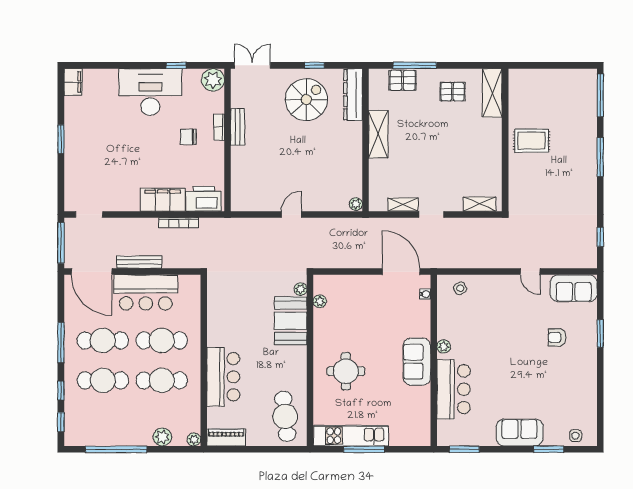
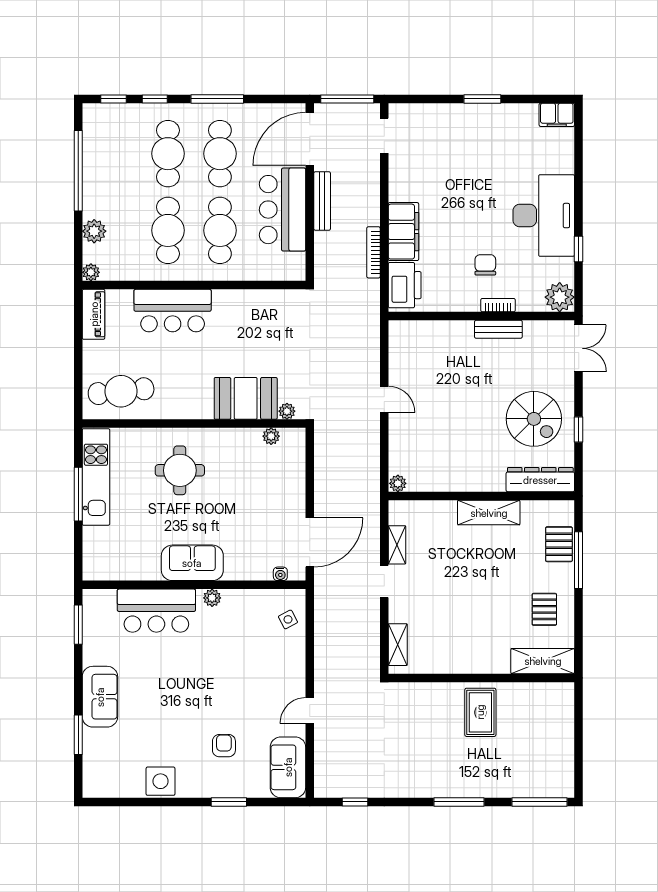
side table: (575, 436) -> (161, 781), moved, width x1.87, depth x1.87

